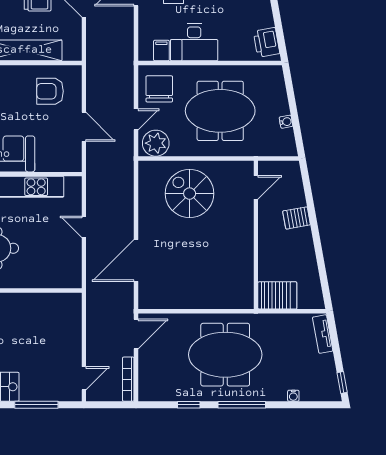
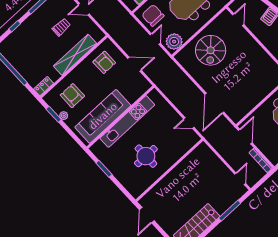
armchair: (50, 91) -> (104, 62), turned -90
spiral stairs: (190, 194) -> (211, 50), turned -90
door: (84, 227) -> (189, 123), moved

